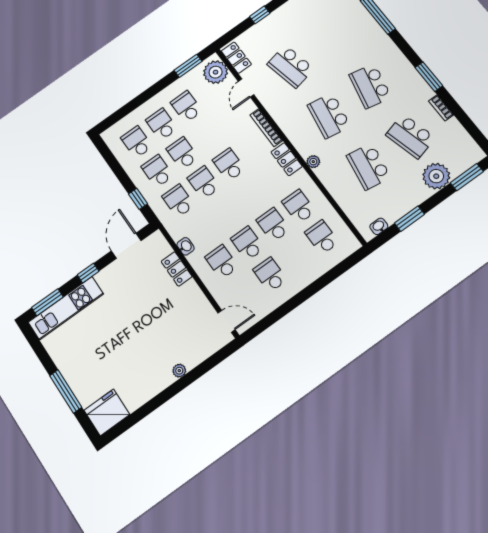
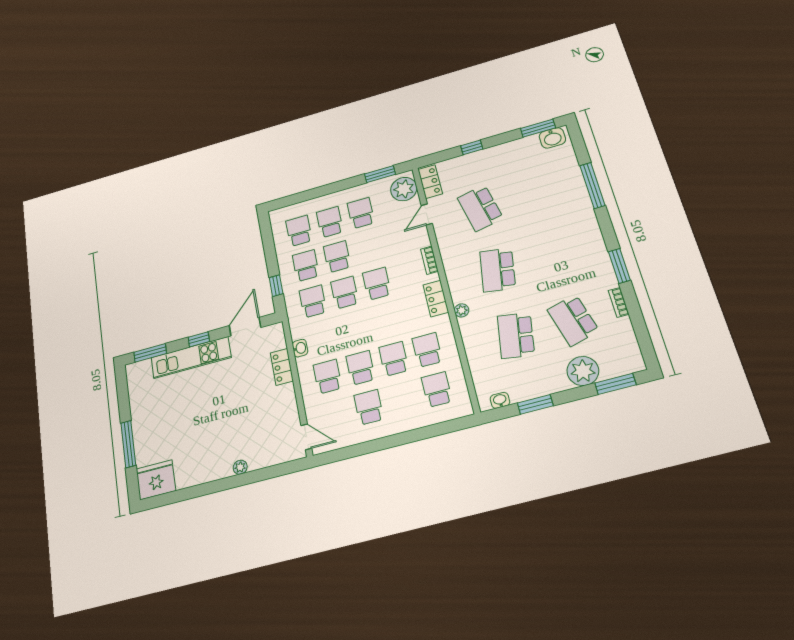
school desk: (370, 86) -> (553, 255), removed
bookcase: (266, 128) -> (429, 260), width x0.64
kitchen unit: (66, 308) -> (191, 357), moved

